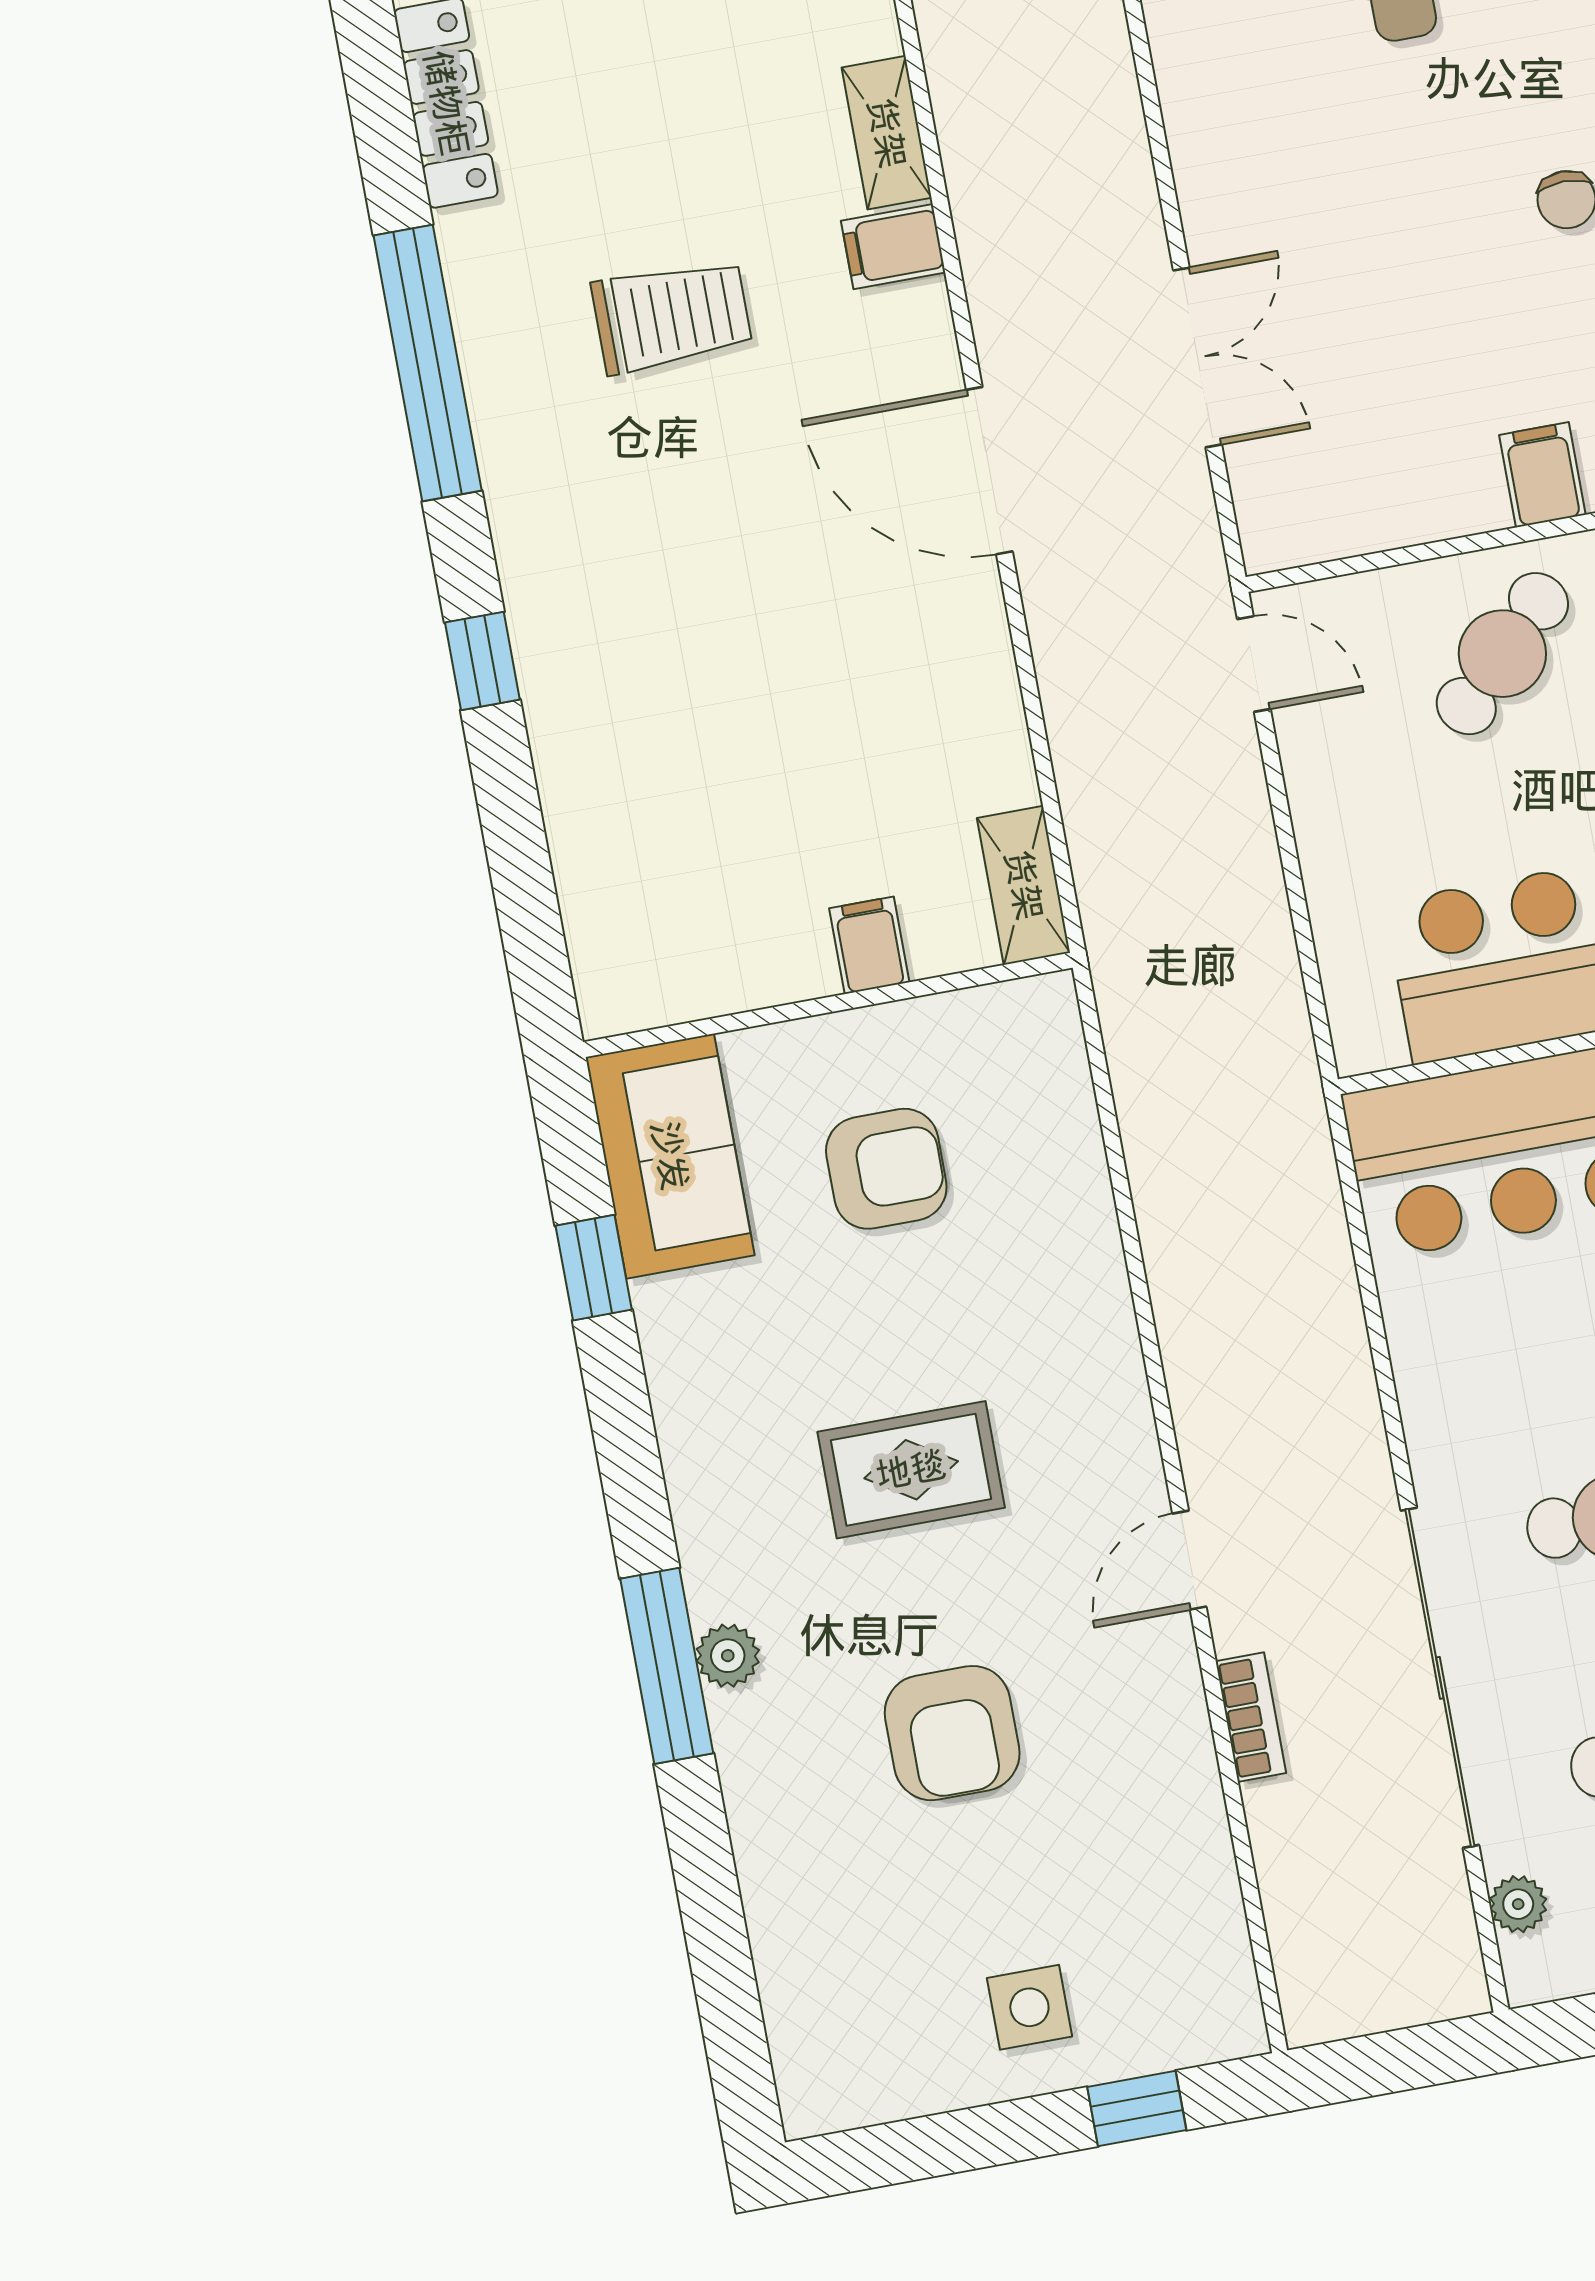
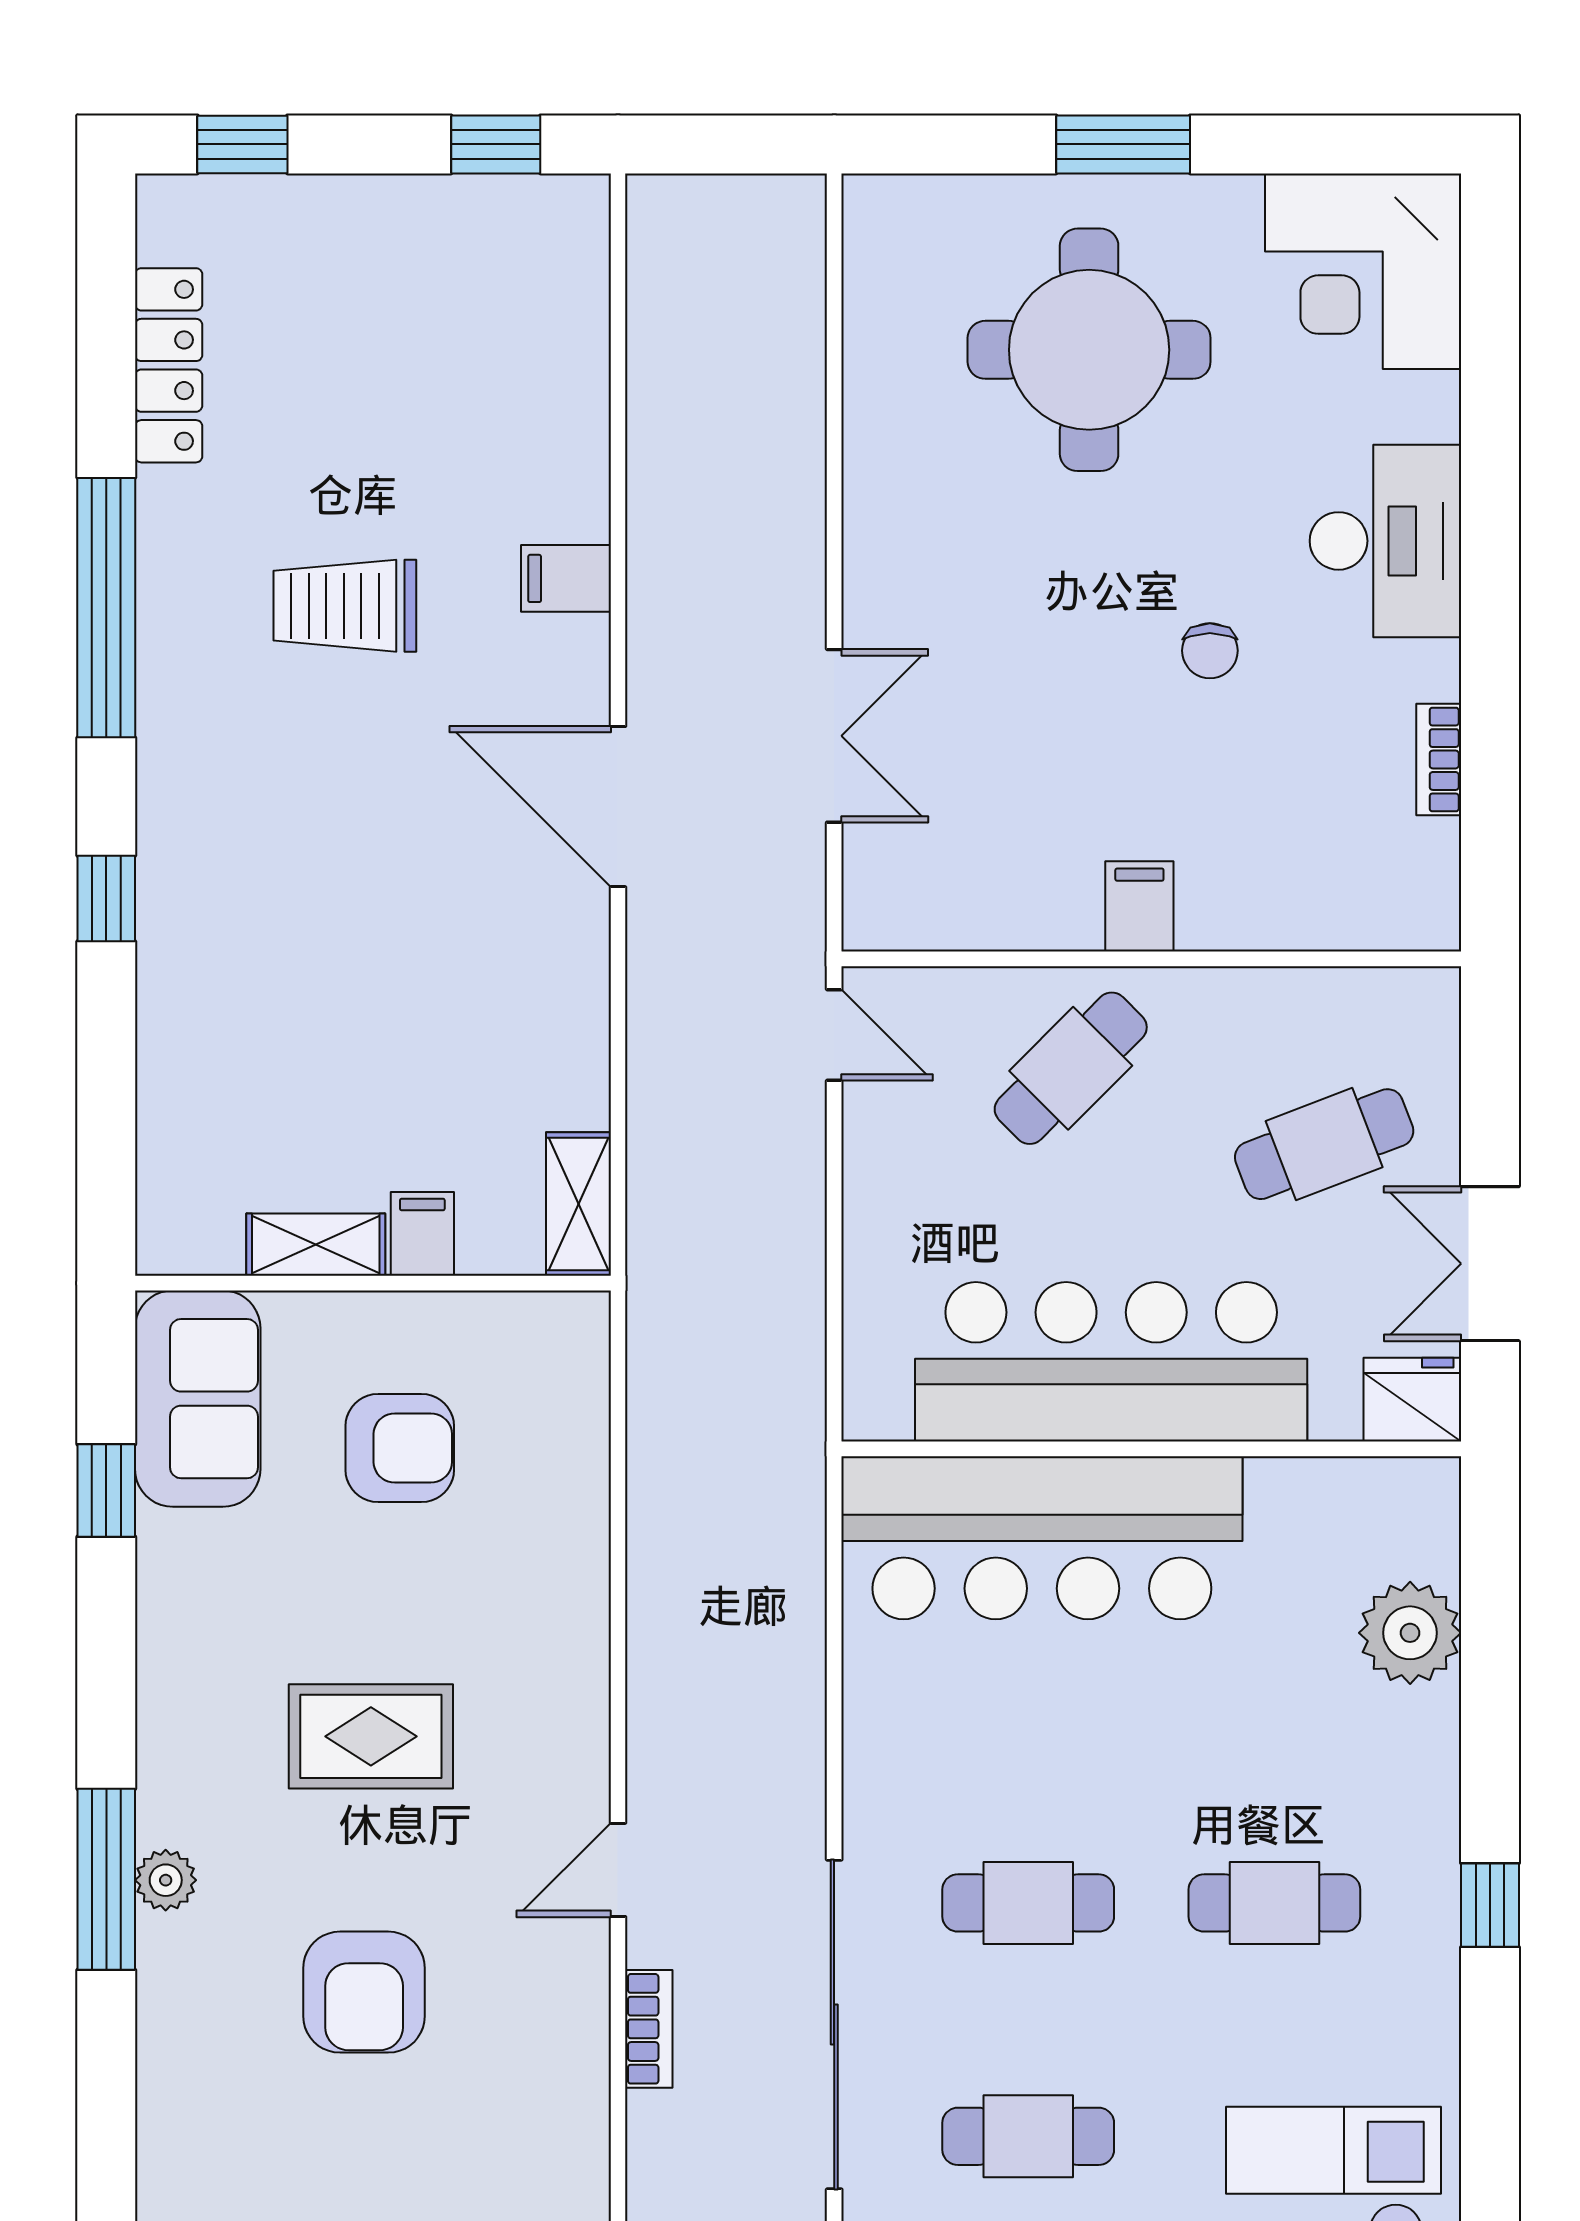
shelving: (887, 133) -> (316, 1245), moved, turned 90
trolley: (672, 316) -> (345, 606), turned 180

